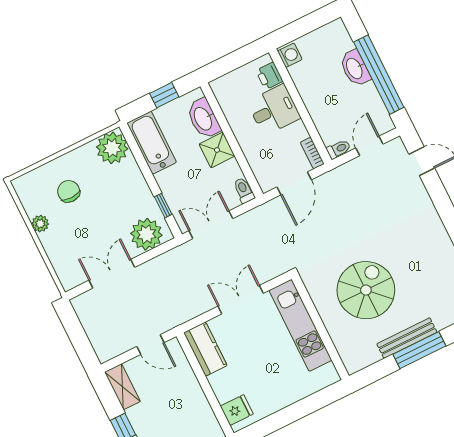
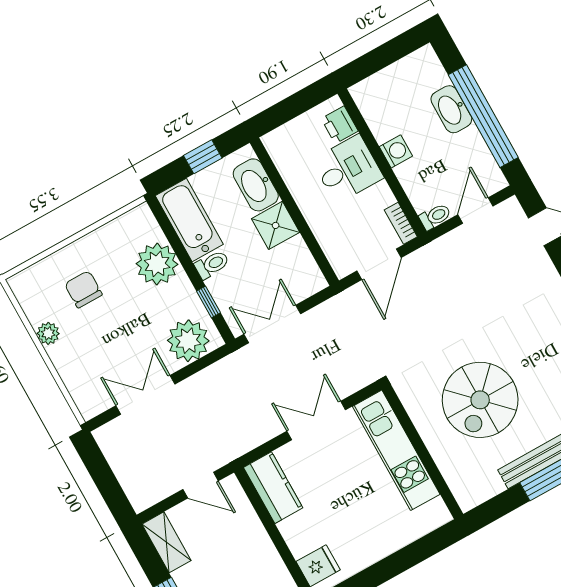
washing machine: (290, 55) -> (396, 151), moved
plant: (112, 148) -> (157, 264), moved
toilet: (244, 190) -> (212, 264), moved, turned 90
spiral stairs: (366, 290) -> (480, 400), turned 180

